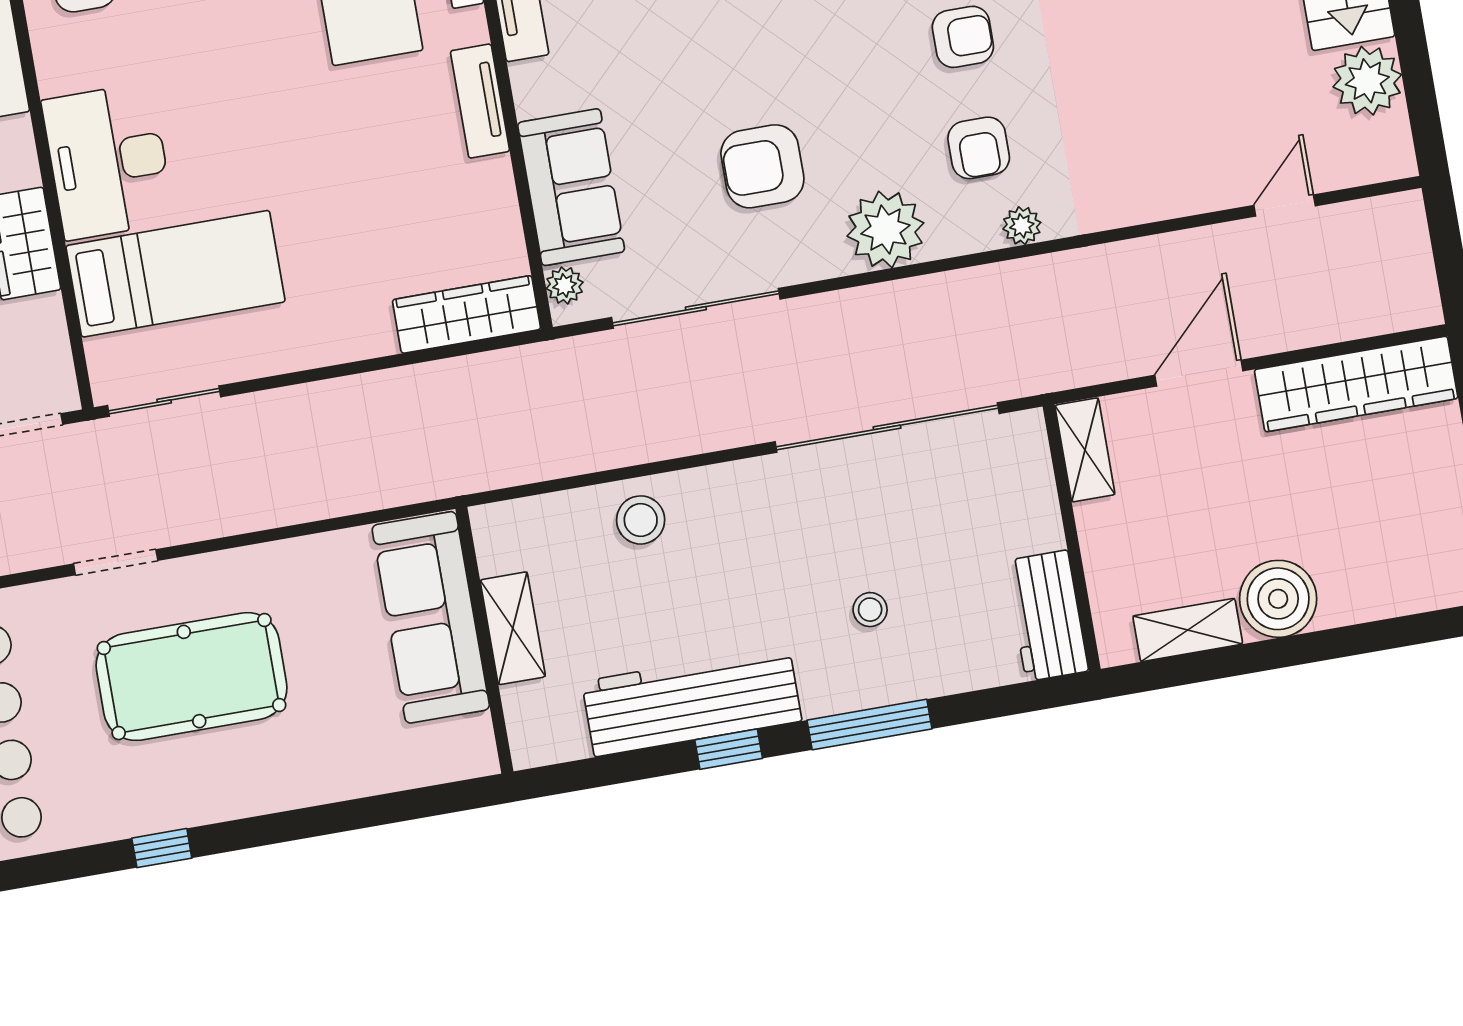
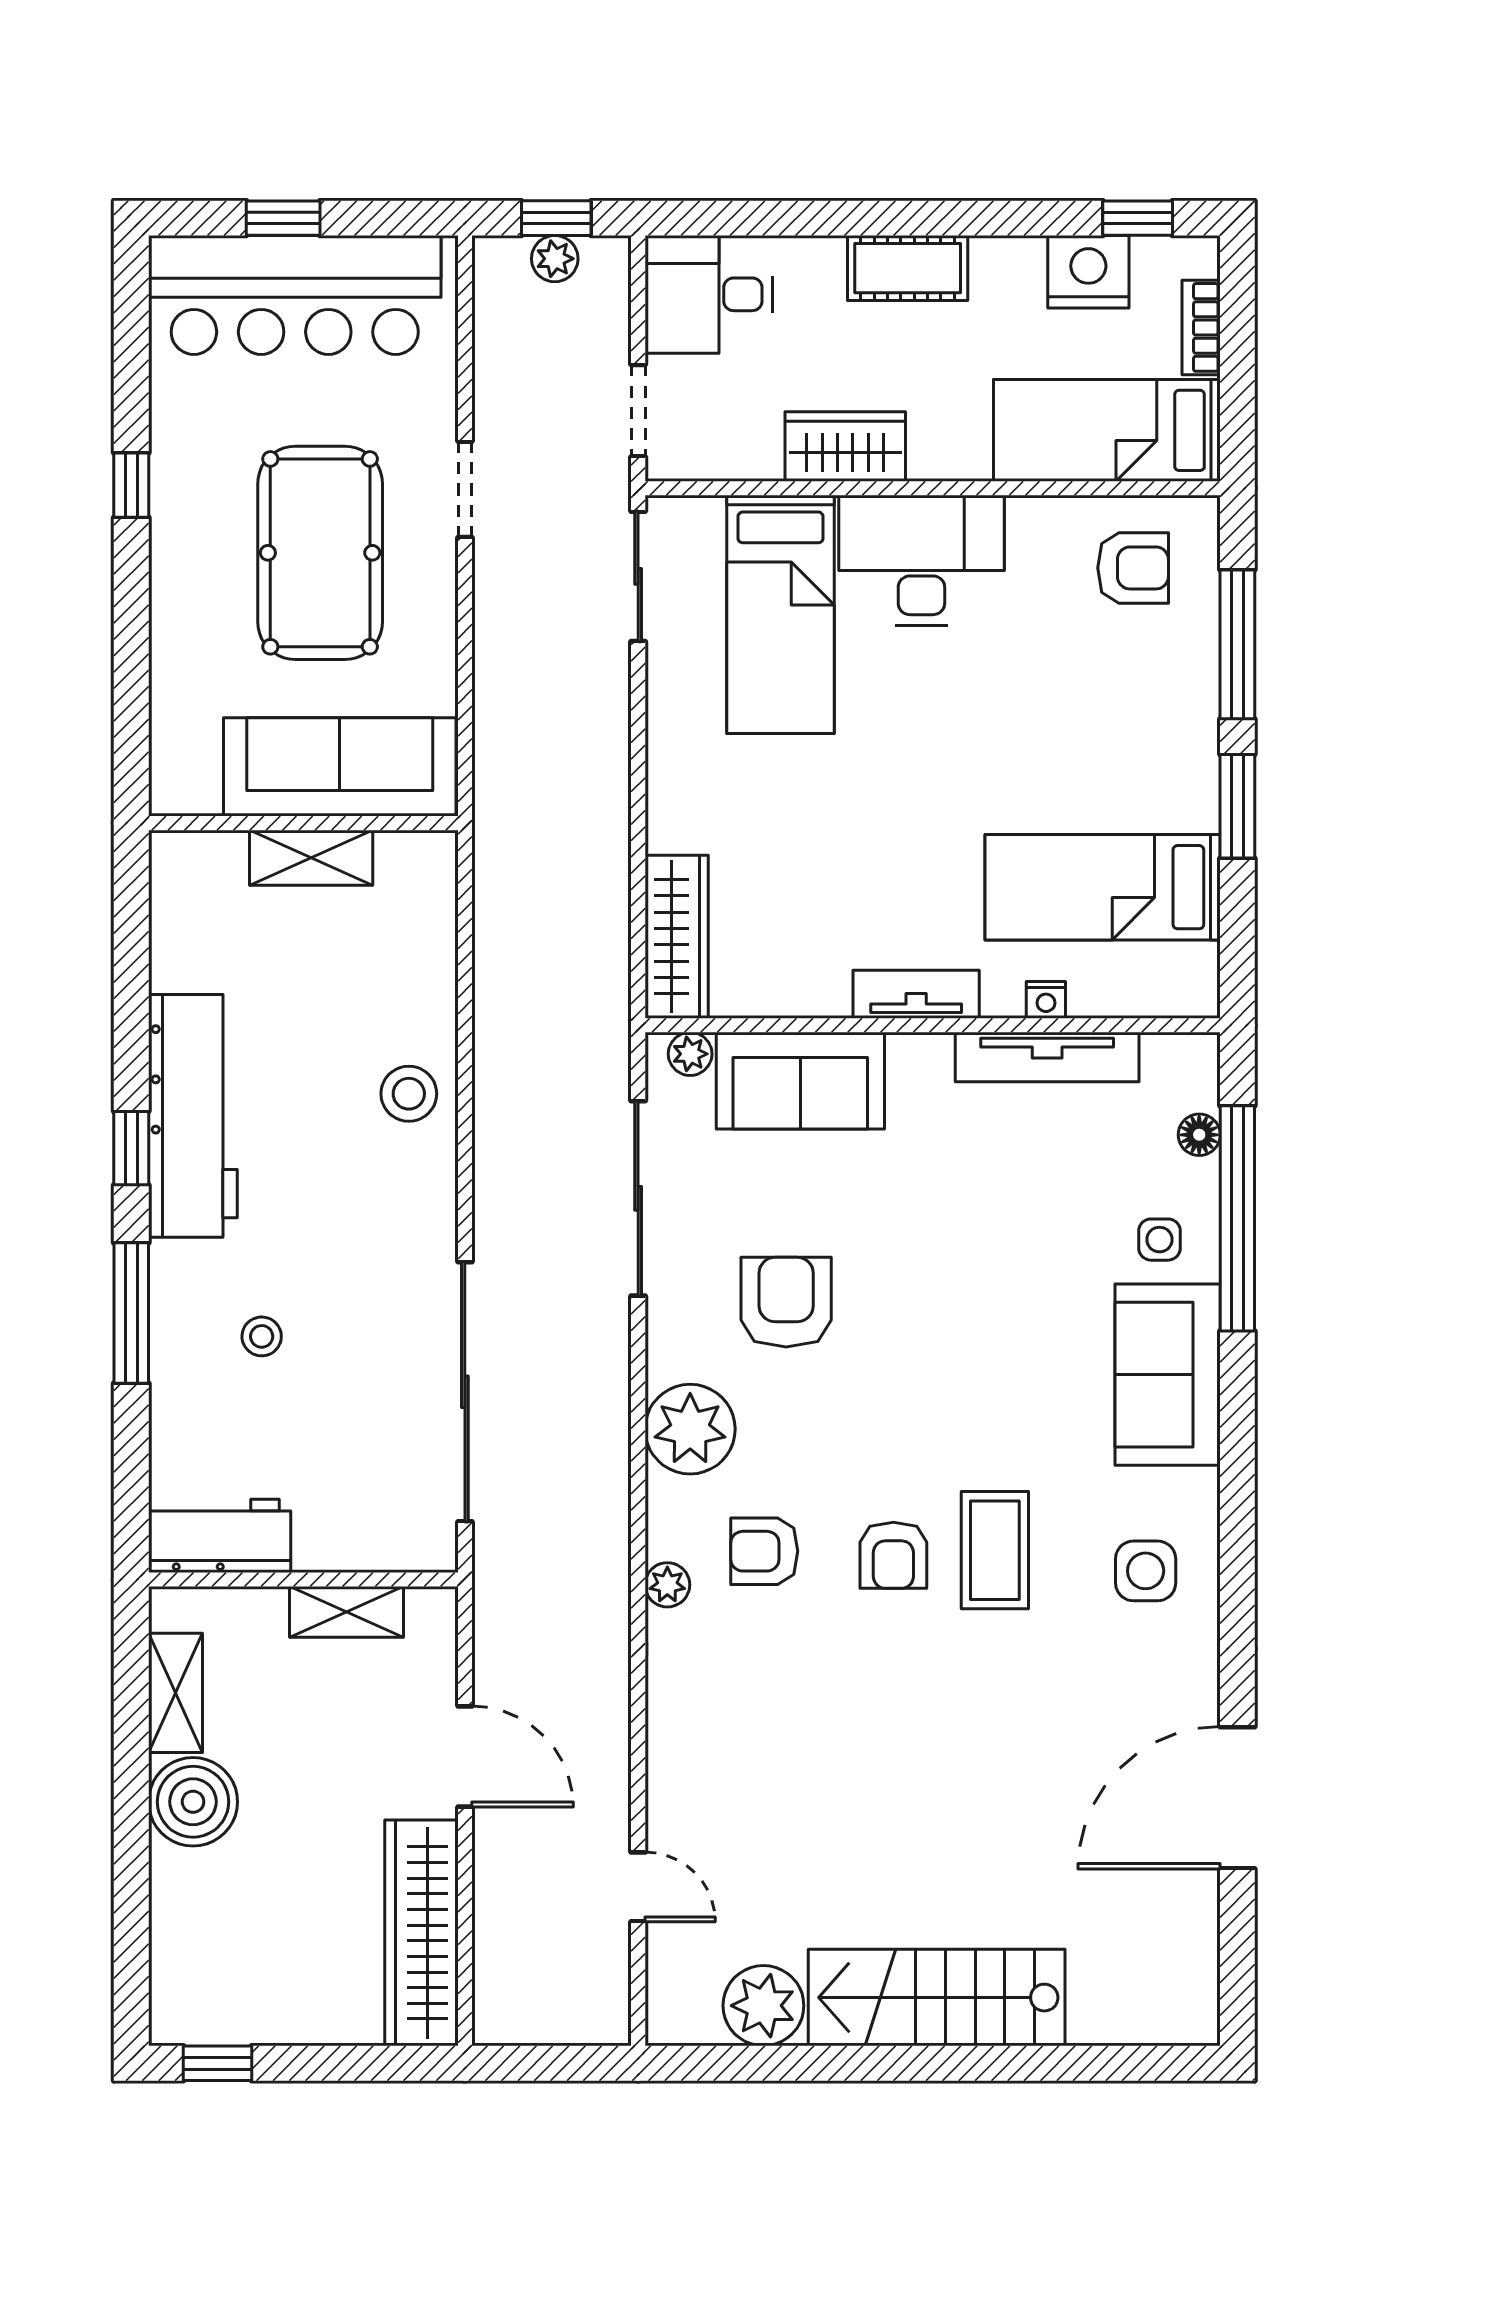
shelving: (1085, 450) -> (346, 1612), moved
sofa: (431, 617) -> (340, 767), moved
shelving: (513, 628) -> (311, 858), moved
wall: (484, 640) -> (303, 823), moved

